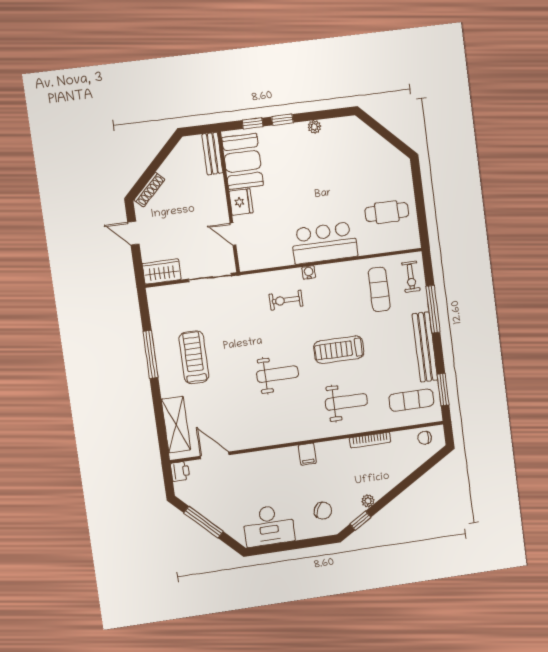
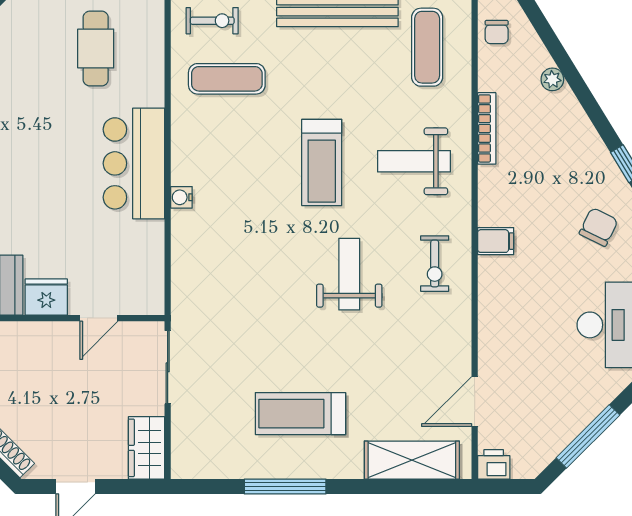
exercise bike: (286, 300) -> (435, 264), moved
weight bench: (346, 402) -> (414, 161), turned -90
plant: (368, 501) -> (552, 79), moved

